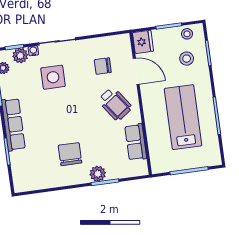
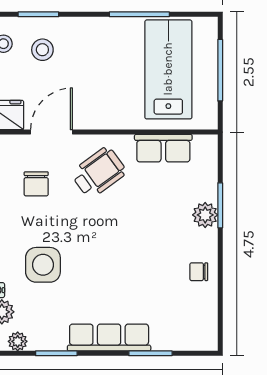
lab bench: (183, 117) -> (168, 69), moved, turned 90
chair: (70, 154) -> (199, 272), moved, width x0.54, depth x0.54

